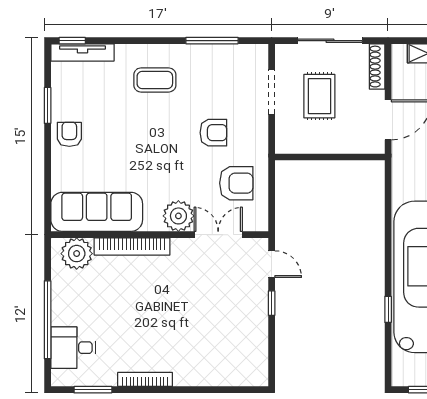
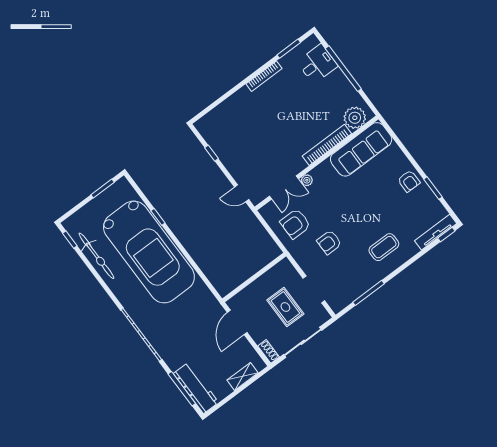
shoe rack: (377, 67) -> (268, 351), width x0.70
plant: (178, 216) -> (307, 180), width x0.53, depth x0.53
window: (272, 303) -> (211, 153), moved

